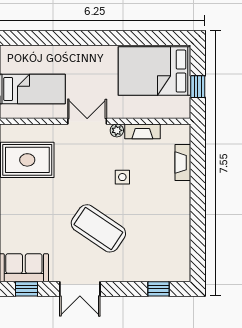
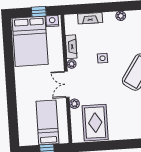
nightstand: (182, 106) -> (52, 21), added
plant: (57, 131) -> (74, 104), added
plant: (184, 208) -> (121, 16), added

